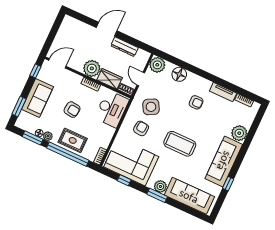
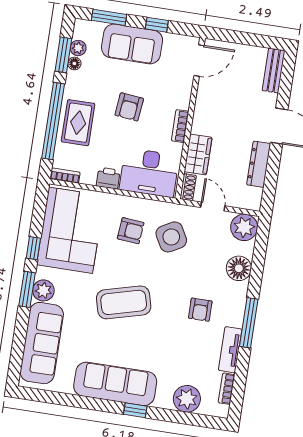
bench: (75, 23) -> (274, 71), added
door: (57, 63) -> (199, 61), hinge flipped
plant: (92, 68) -> (207, 120), removed
window: (35, 71) -> (157, 25), moved
window: (211, 77) -> (249, 323), added
door: (141, 79) -> (213, 207), hinge flipped
printer: (108, 133) -> (108, 178), added
plant: (239, 133) -> (187, 399), moved
plant: (48, 136) -> (78, 48), moved
coffee table: (180, 144) -> (124, 302), turned 75
window: (124, 180) -> (33, 248), moved
window: (228, 184) -> (135, 410), moved

